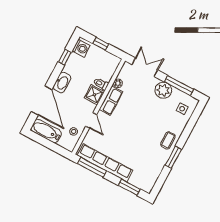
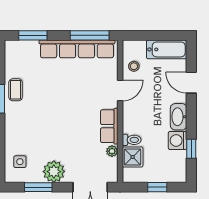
washing machine: (81, 48) -> (178, 140), moved
window: (179, 85) -> (38, 187), width x0.69
shower: (94, 95) -> (133, 157), moved
door: (42, 100) -> (191, 83), width x0.53
door: (91, 120) -> (120, 91), swing flipped
coffee table: (168, 140) -> (16, 90), moved

